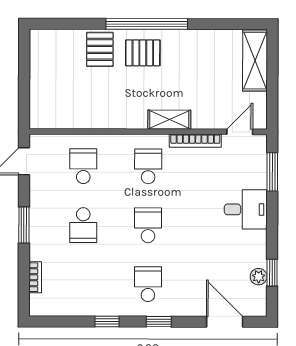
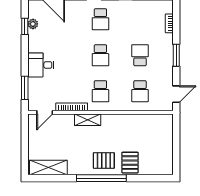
shelving: (255, 61) -> (48, 168), moved, turned 90

